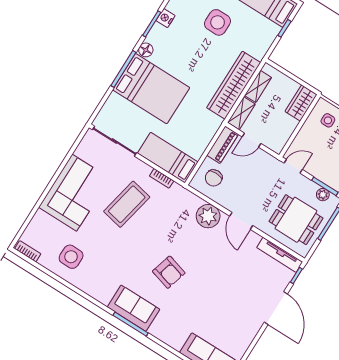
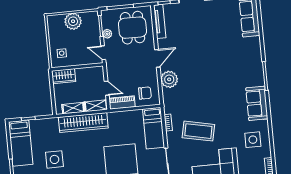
plant: (323, 195) -> (107, 34), moved
armchair: (169, 272) -> (219, 77), removed
sofa: (133, 308) -> (257, 103), moved

